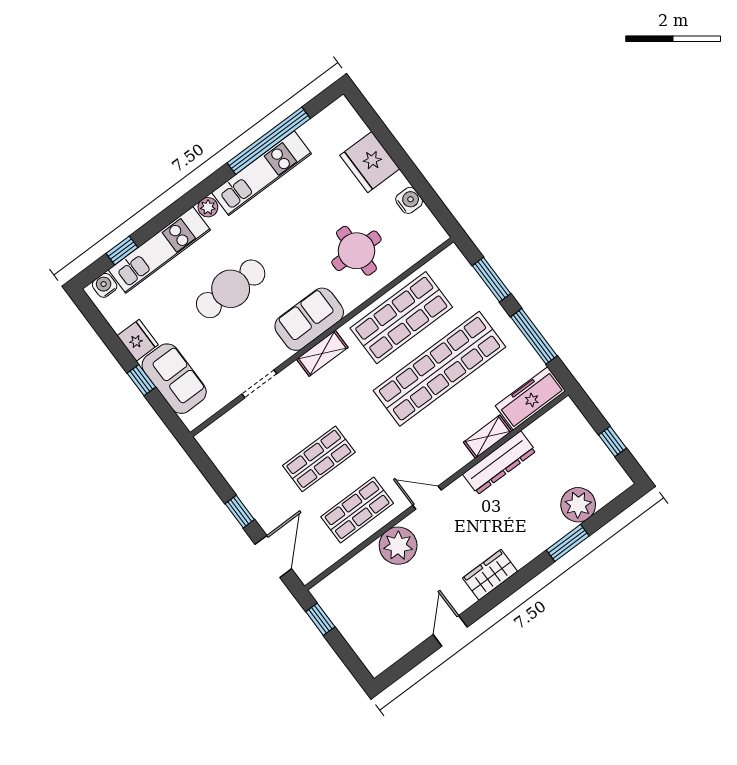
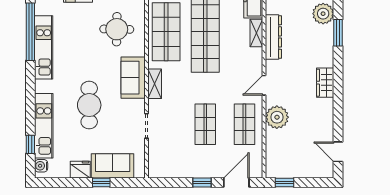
plant: (208, 207) -> (41, 86), removed
door: (273, 556) -> (236, 182), hinge flipped
door: (450, 631) -> (338, 152), moved

